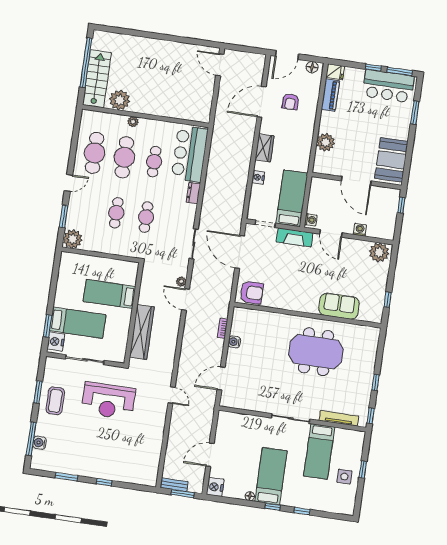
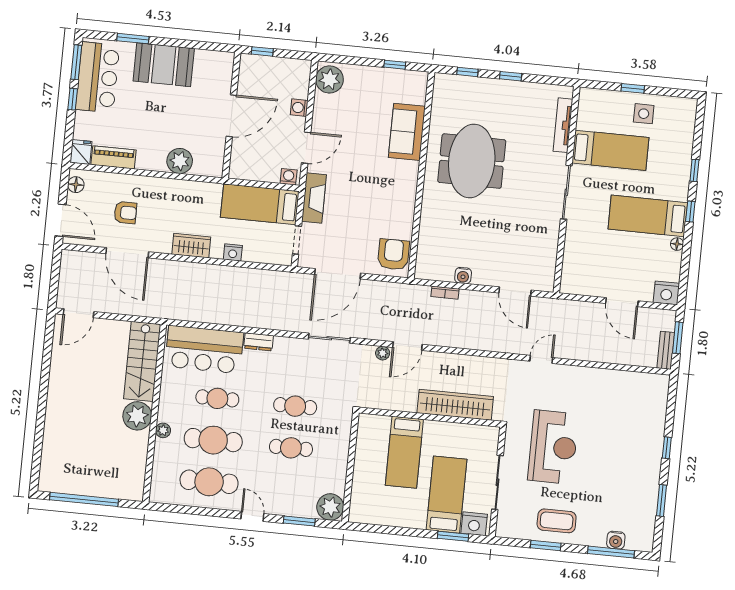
stairs: (97, 79) -> (142, 361), moved, turned -90
plant: (120, 100) -> (137, 416), moved
booth: (391, 160) -> (164, 65), moved
window: (371, 416) -> (467, 72), moved

